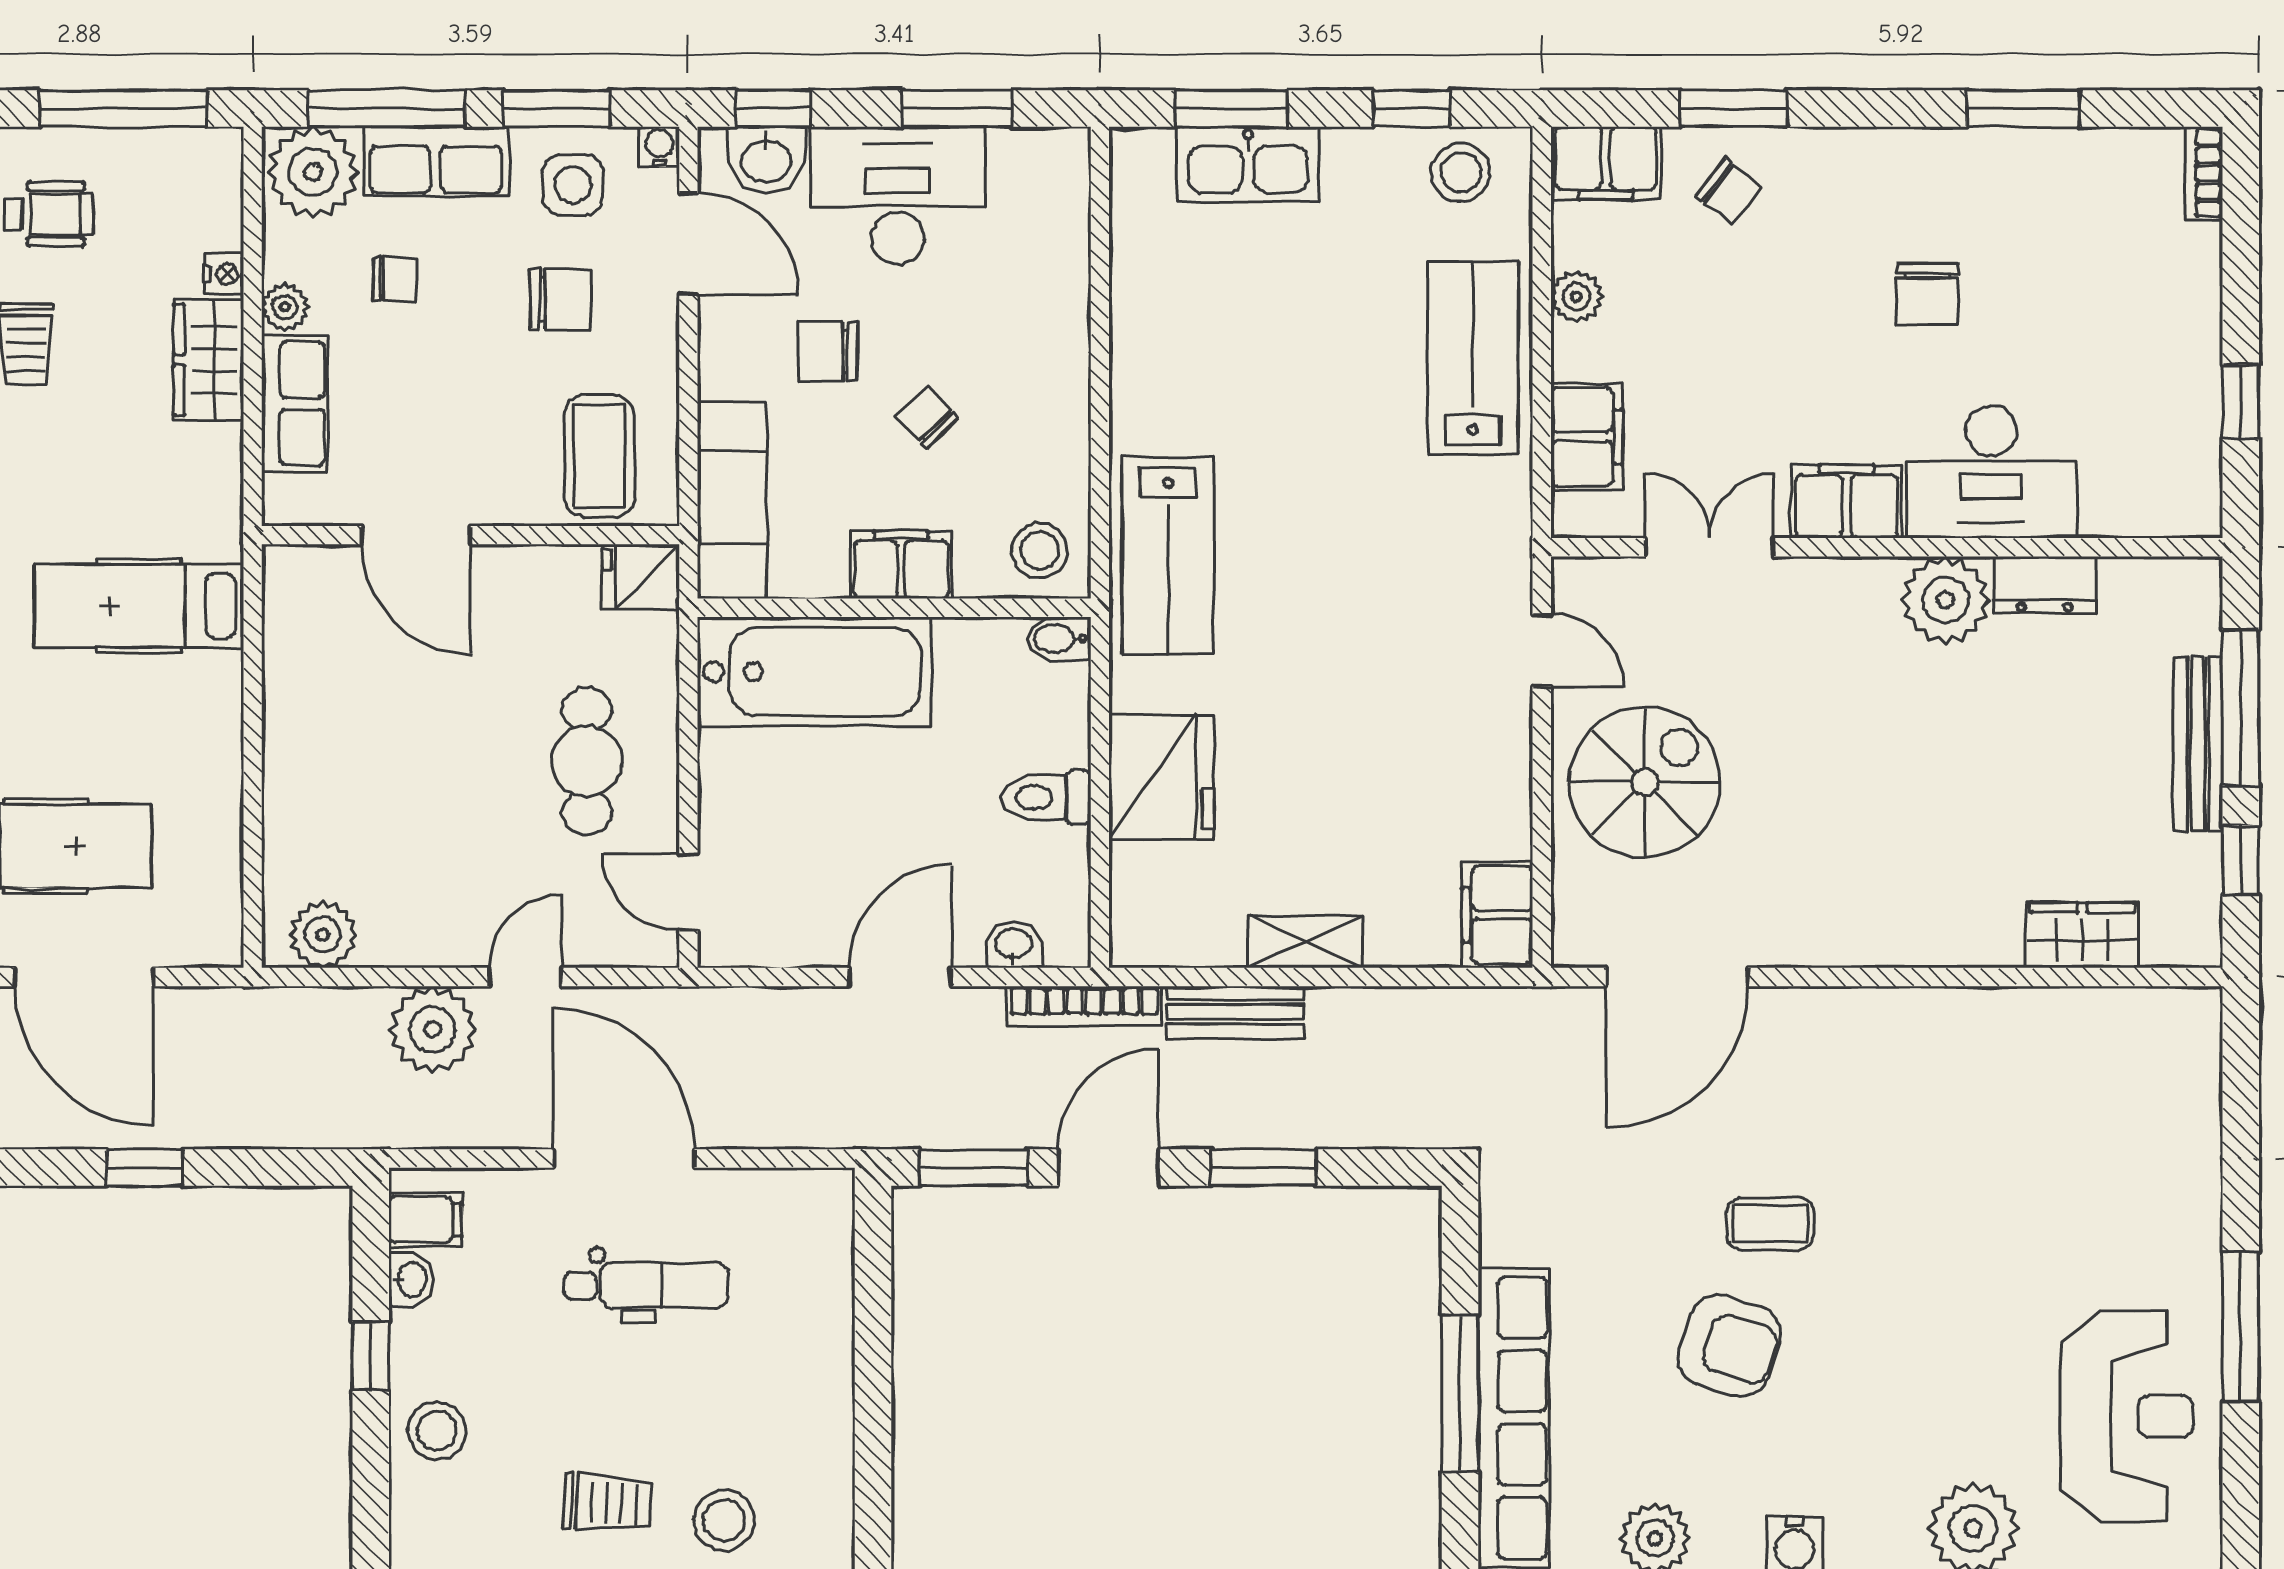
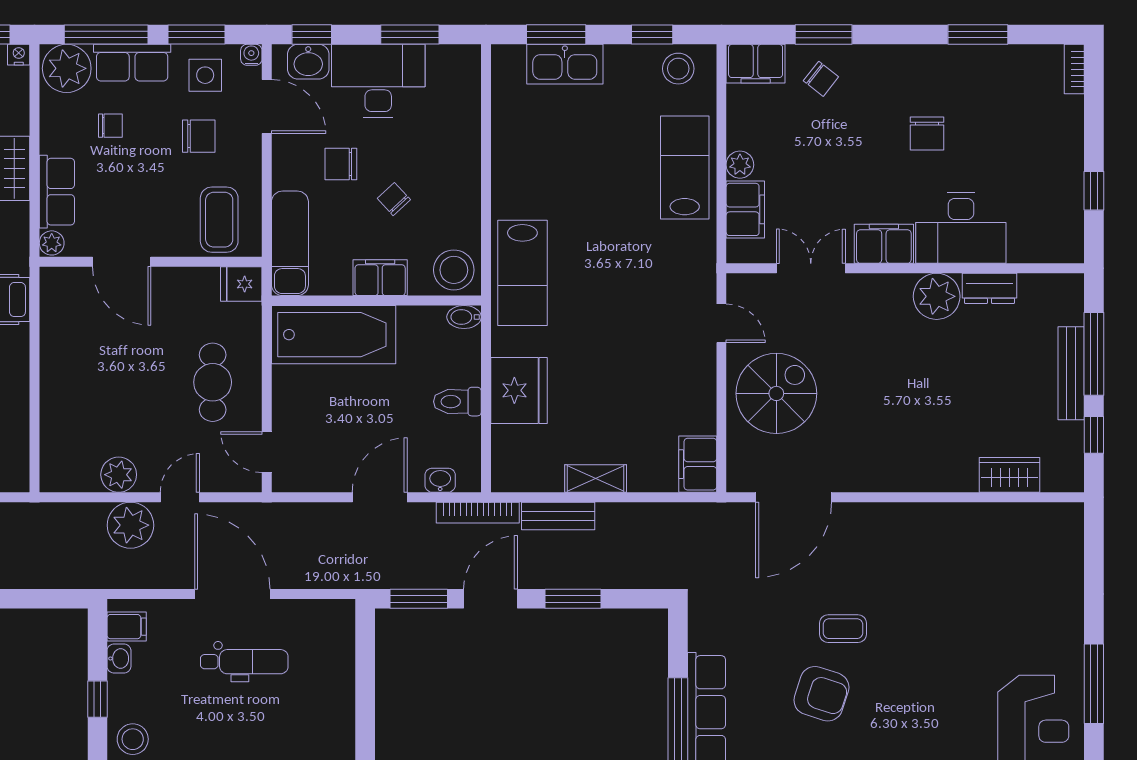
nightstand: (224, 274) -> (19, 55), moved, turned -90
plant: (1576, 297) -> (740, 165), moved
plant: (285, 307) -> (52, 243), moved
stool: (1039, 550) -> (454, 270), width x1.38, depth x1.38
plant: (323, 935) -> (119, 475), moved

